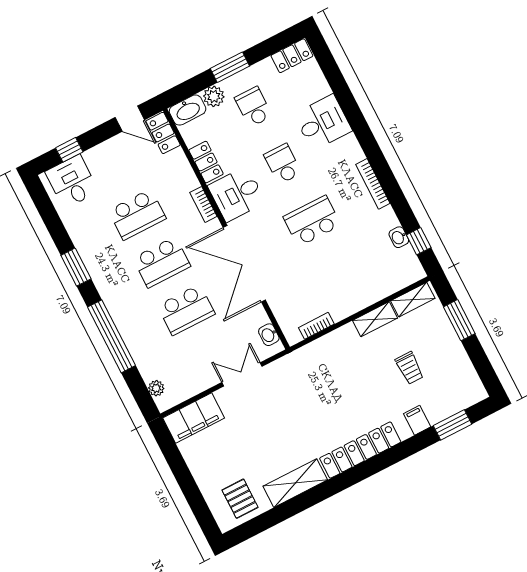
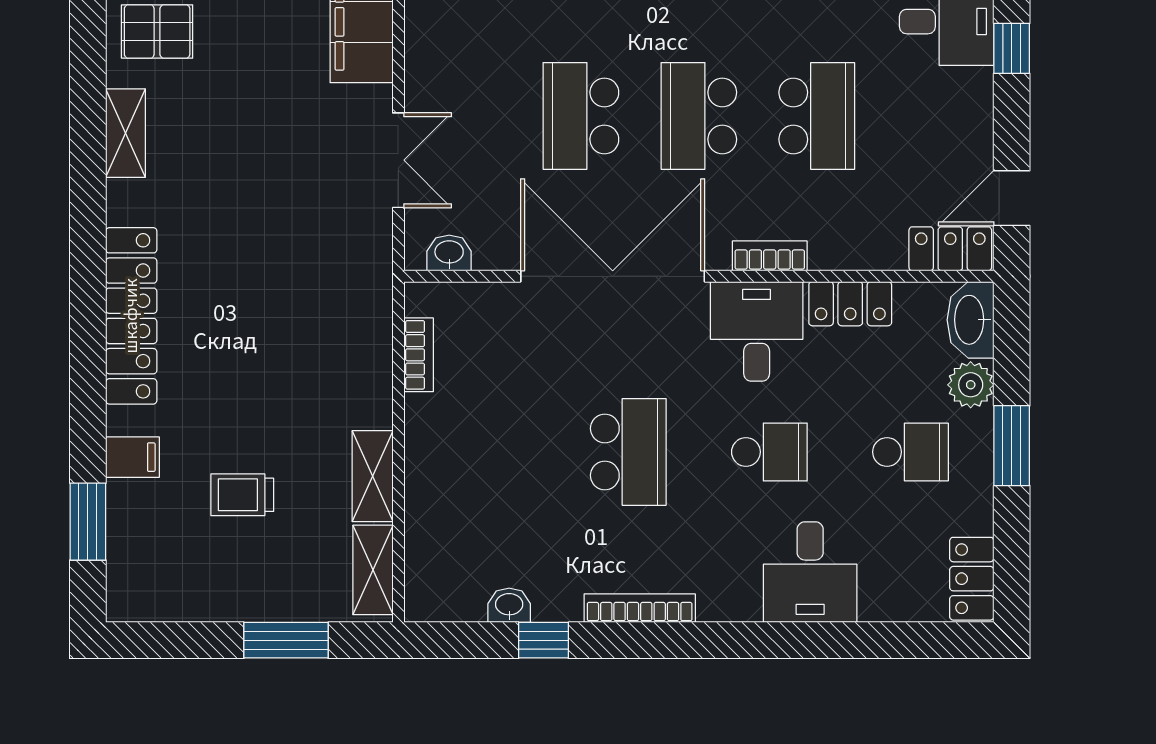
school desk: (137, 215) -> (817, 116), turned 180
window: (419, 241) -> (544, 640), moved
shelving: (295, 483) -> (126, 133), width x0.67, depth x0.75

